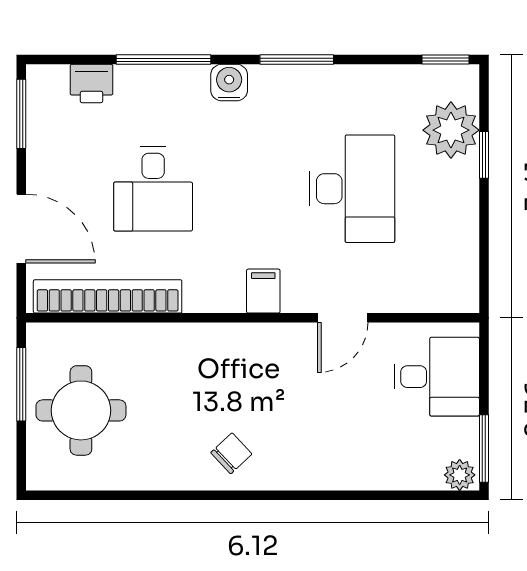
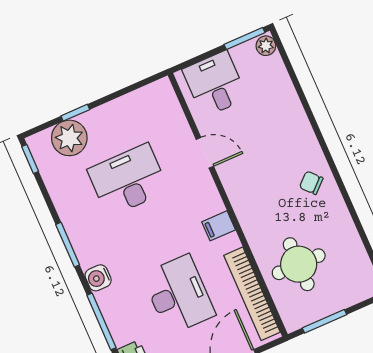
desk: (153, 189) -> (178, 295), width x1.37
filing cabinet: (263, 291) -> (219, 226), moved
round table: (81, 410) -> (299, 264), moved

